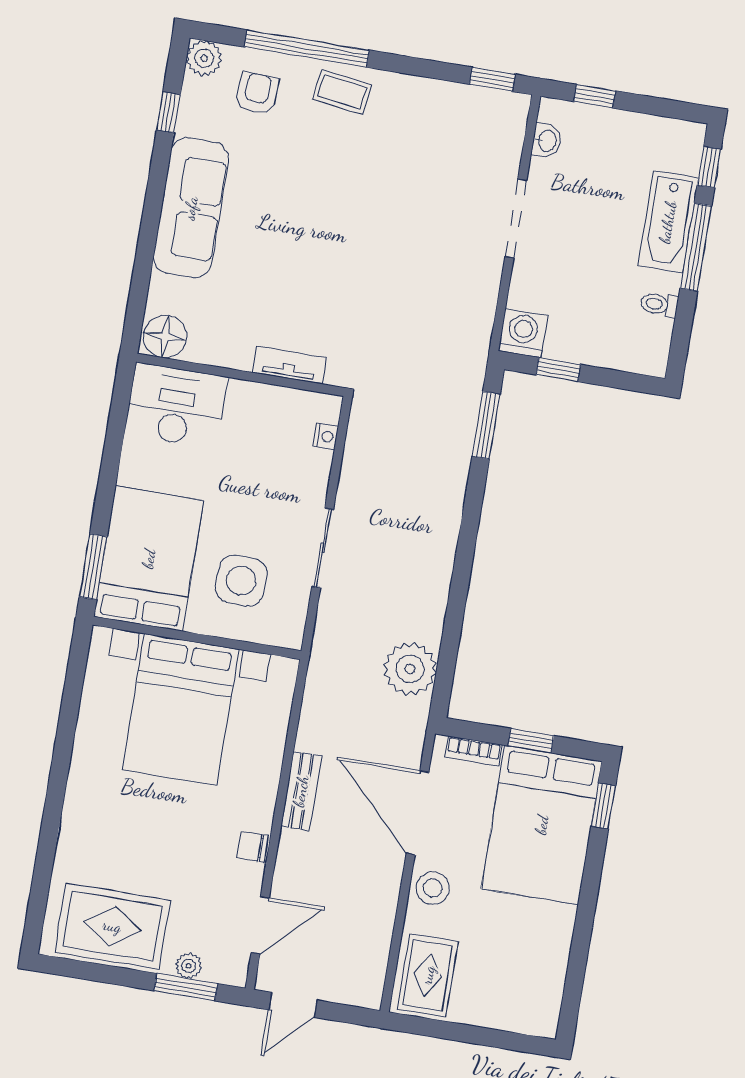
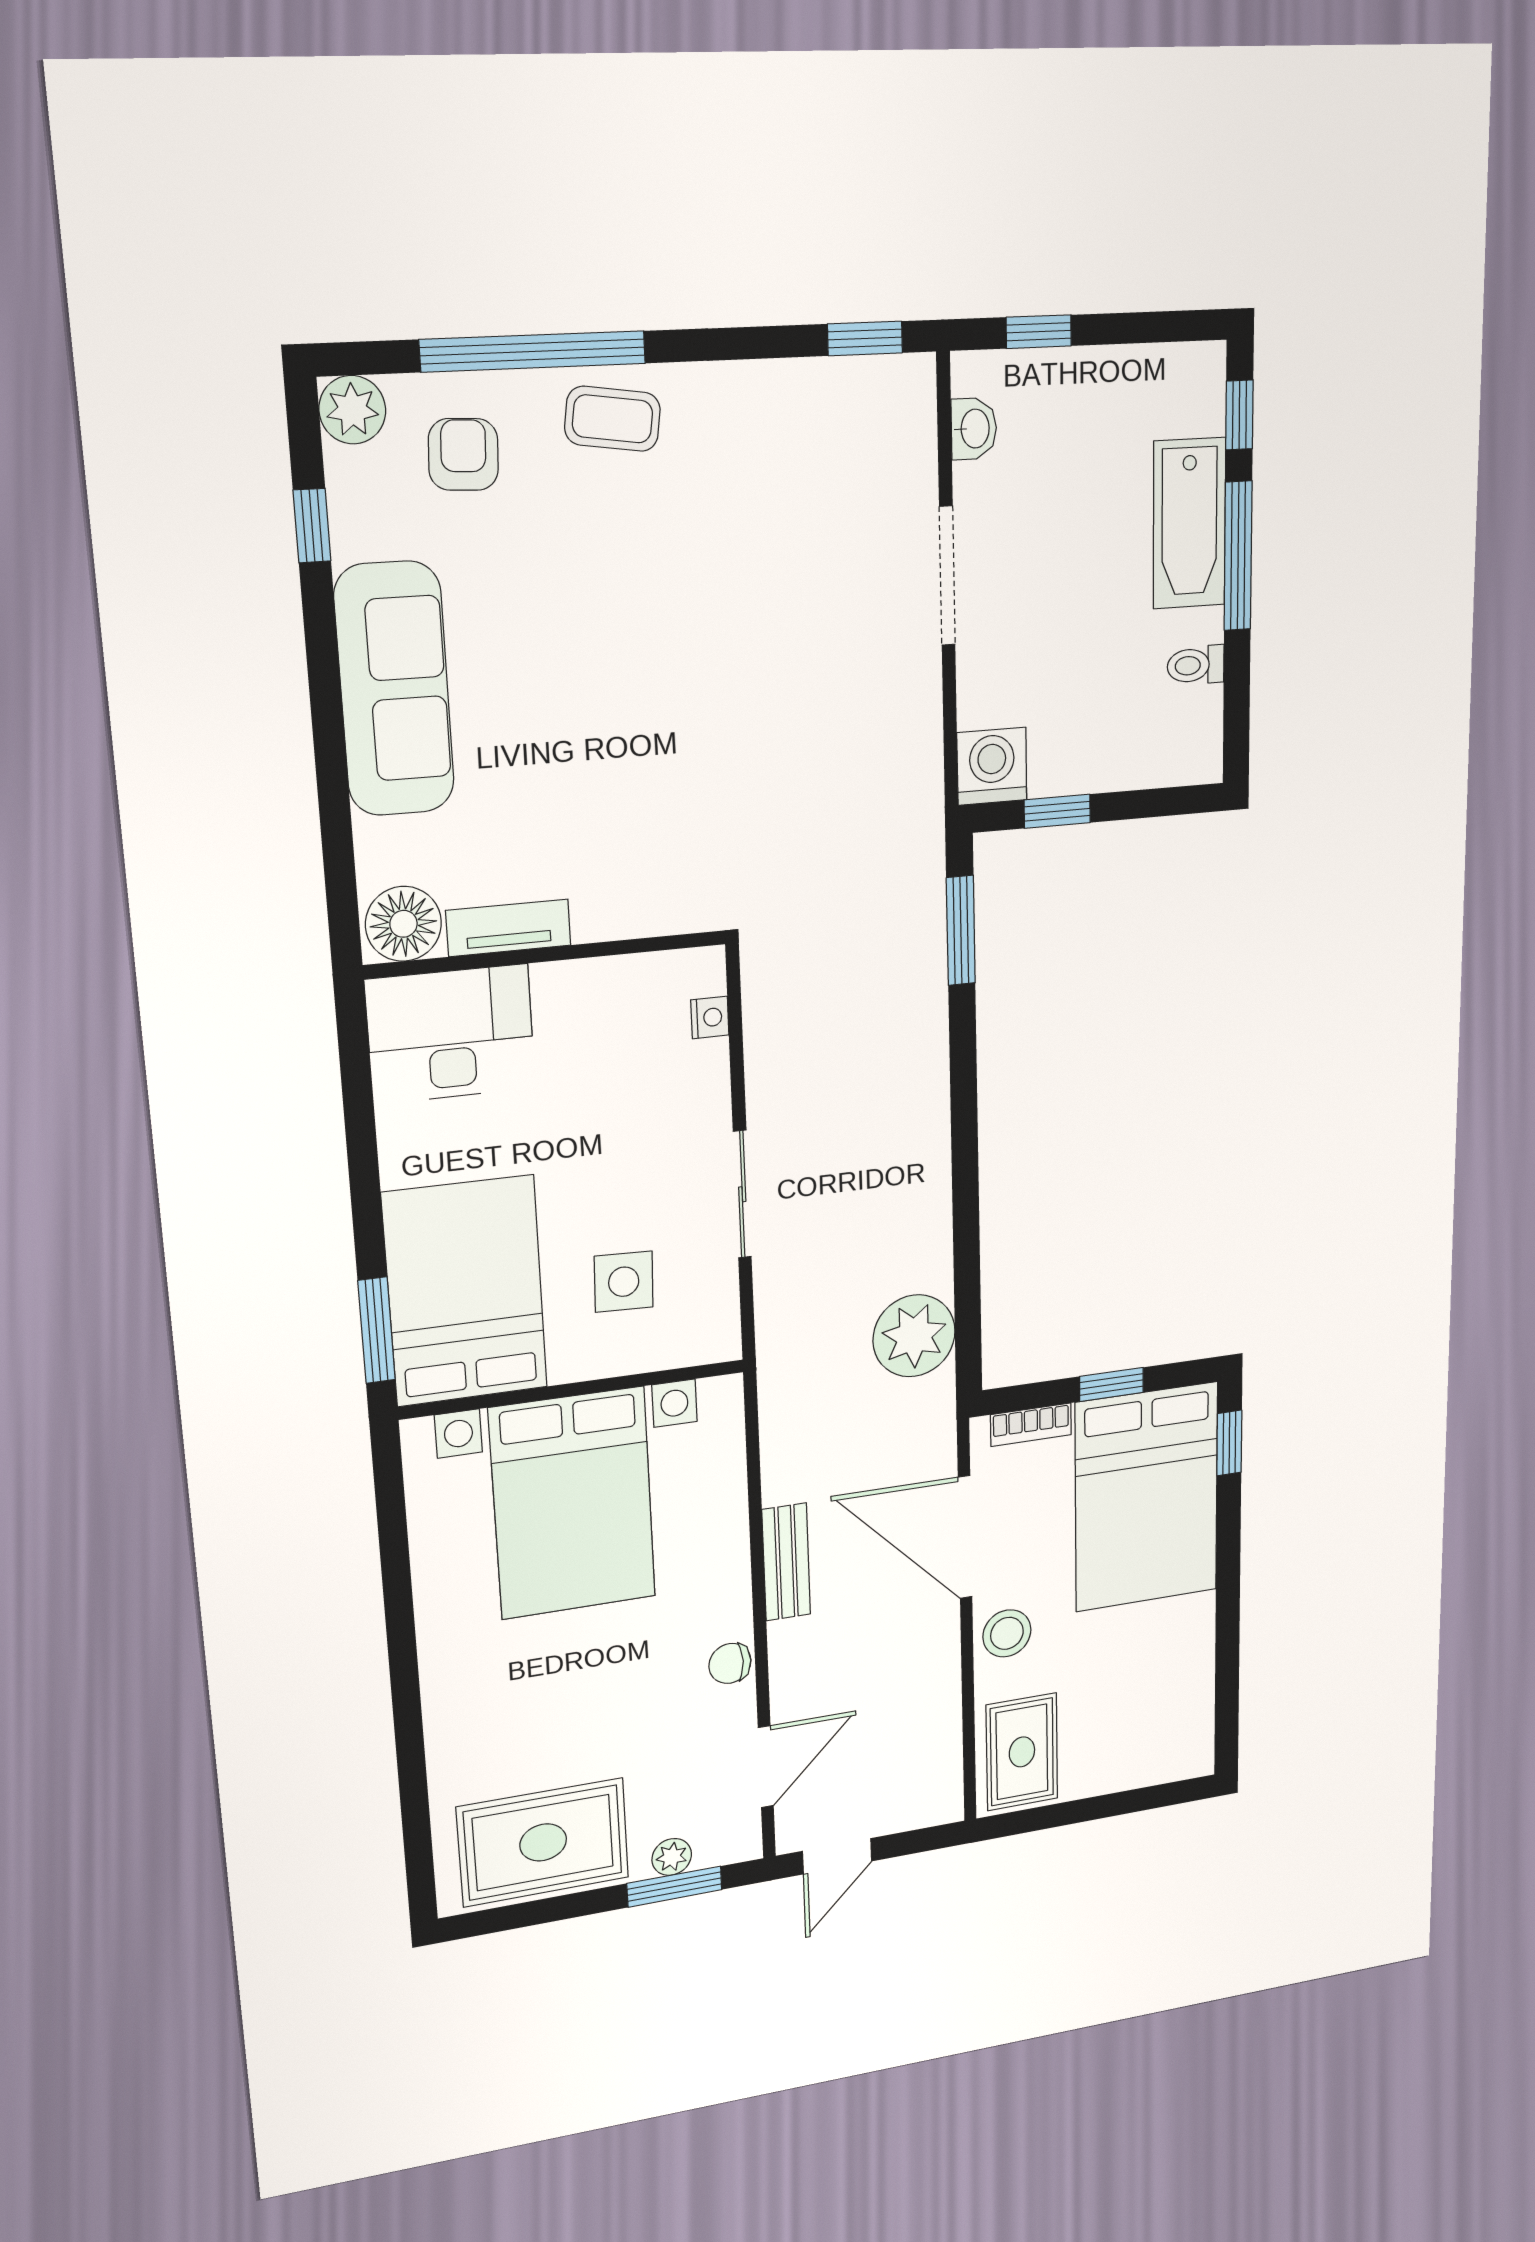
tv unit: (289, 365) -> (508, 928), moved
side table: (241, 581) -> (624, 1282), width x0.73, depth x0.73

